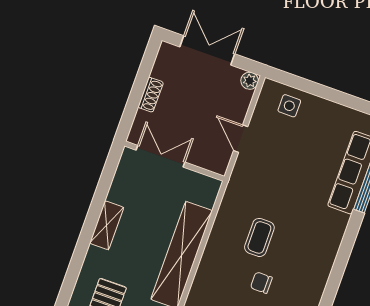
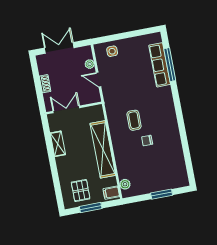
plant: (250, 81) -> (90, 64), moved
shelving: (107, 225) -> (58, 144), moved

